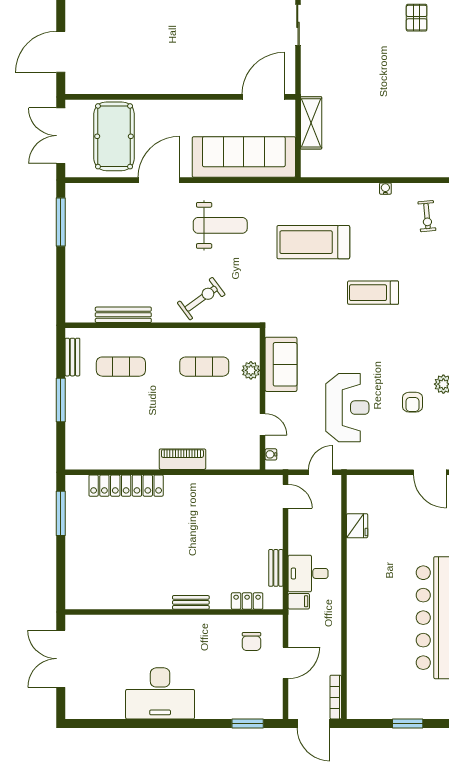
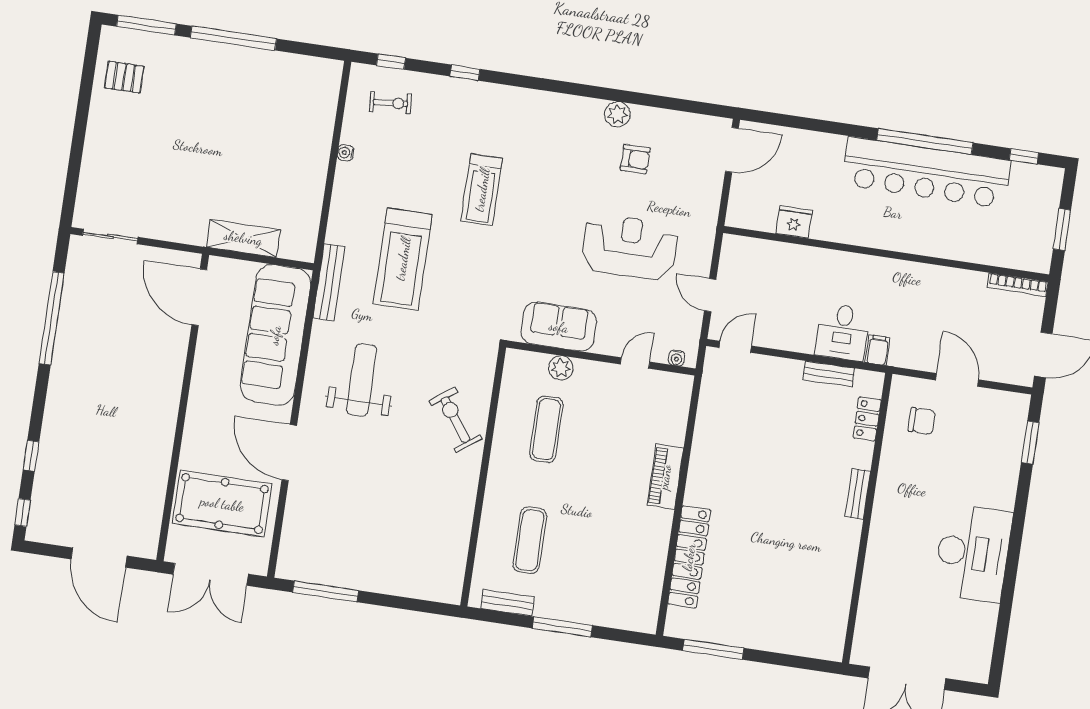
bench: (123, 315) -> (329, 282), moved
fridge: (357, 526) -> (794, 222), moved
wall: (344, 597) -> (886, 254), moved
bookcase: (336, 697) -> (1018, 285), moved

